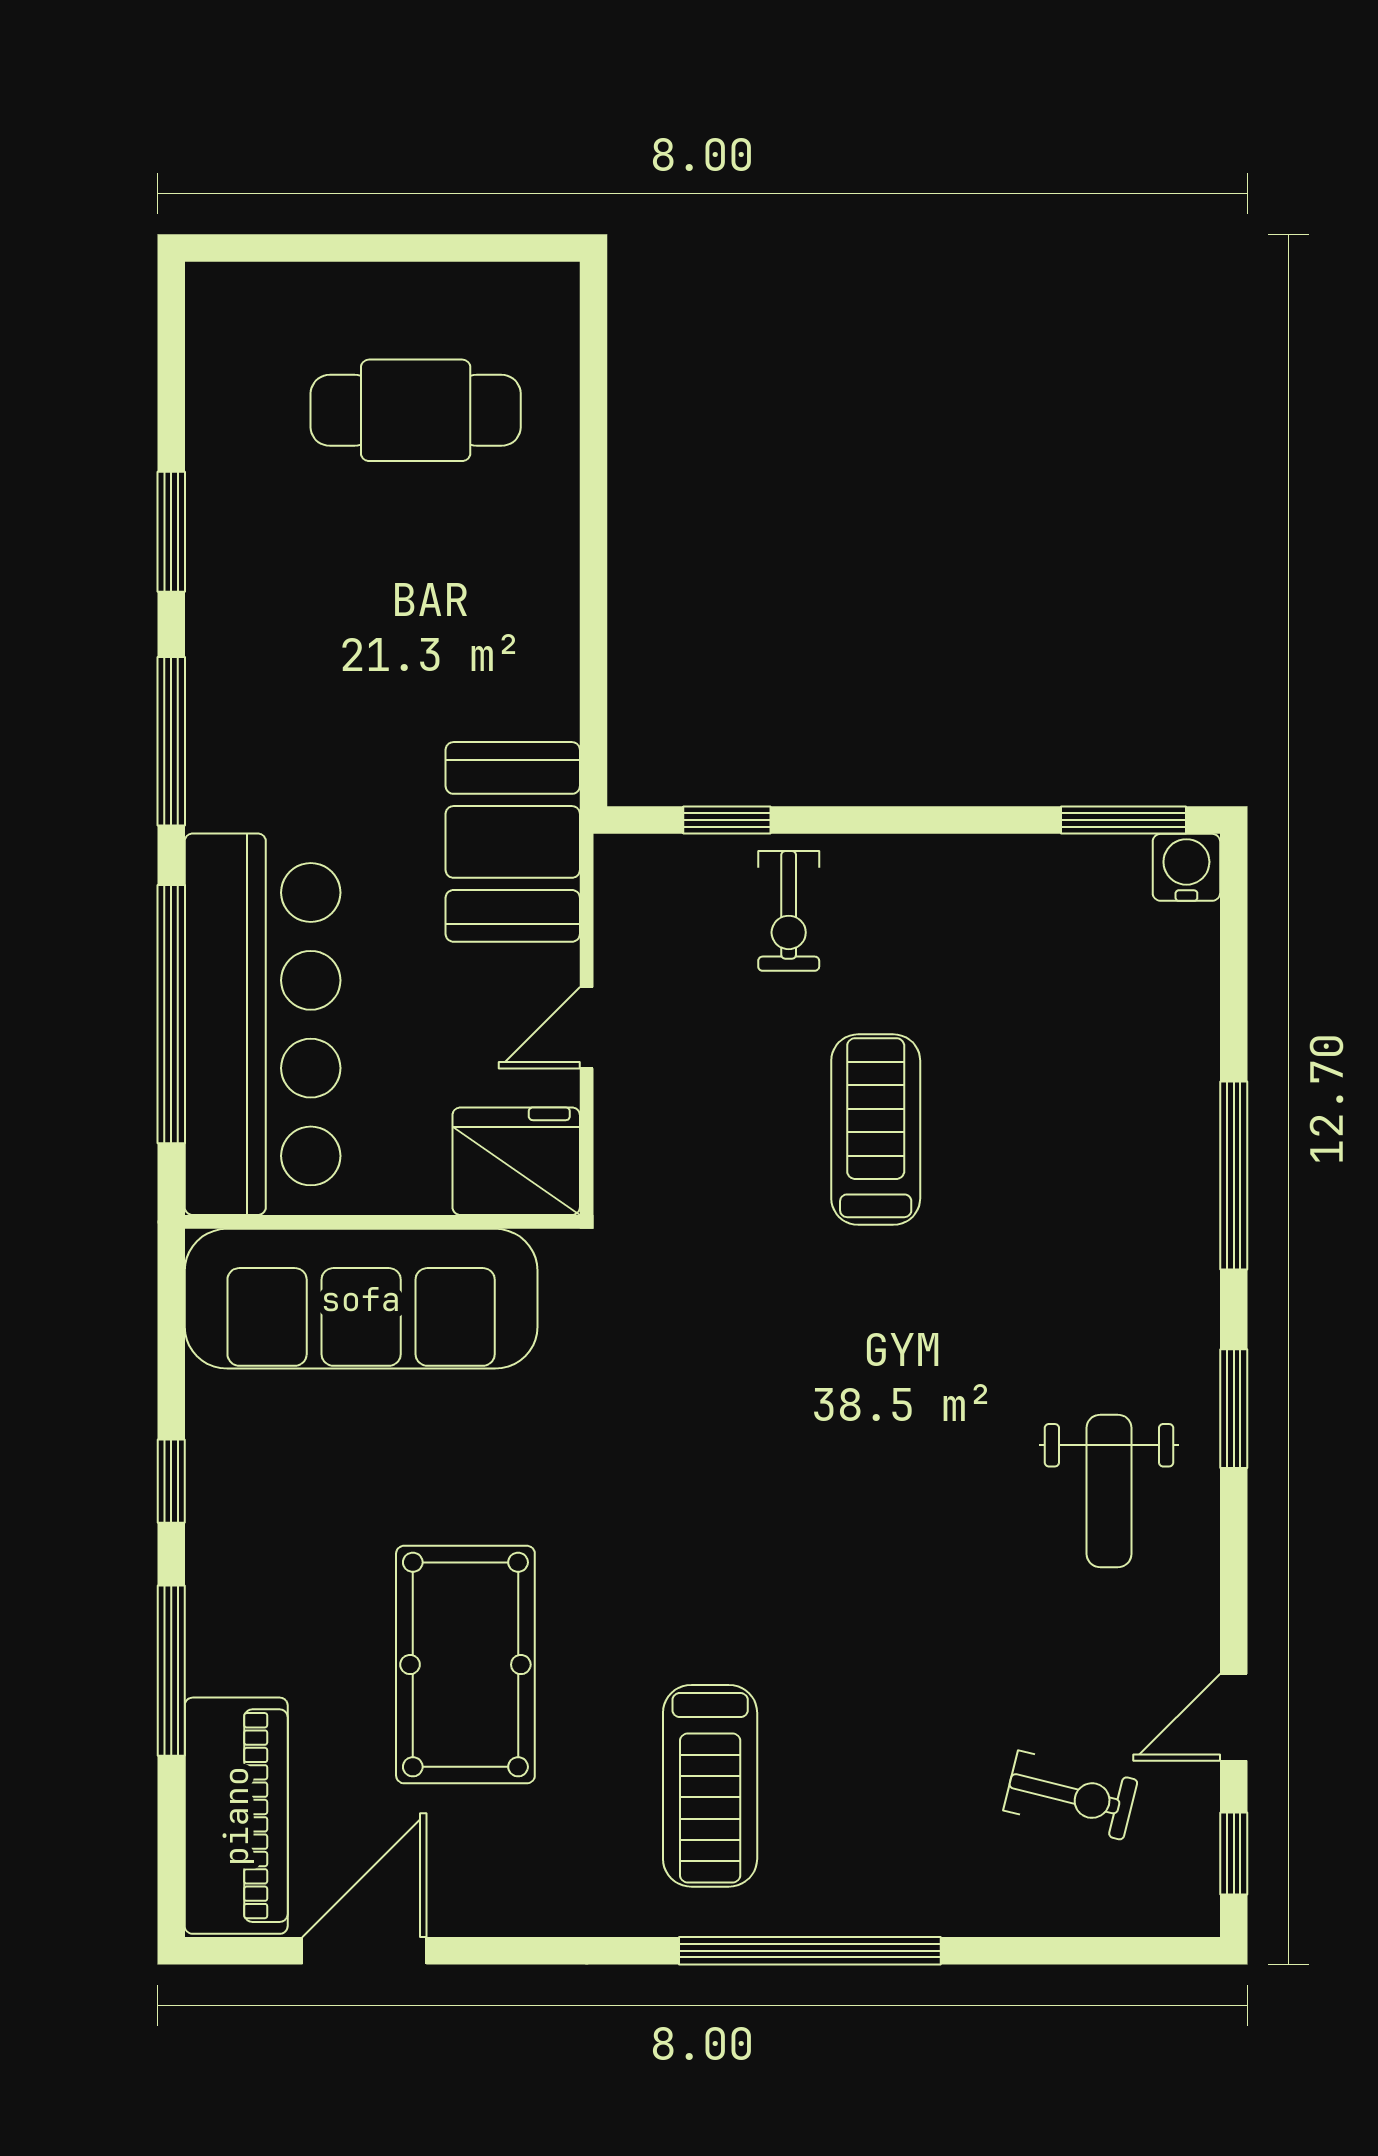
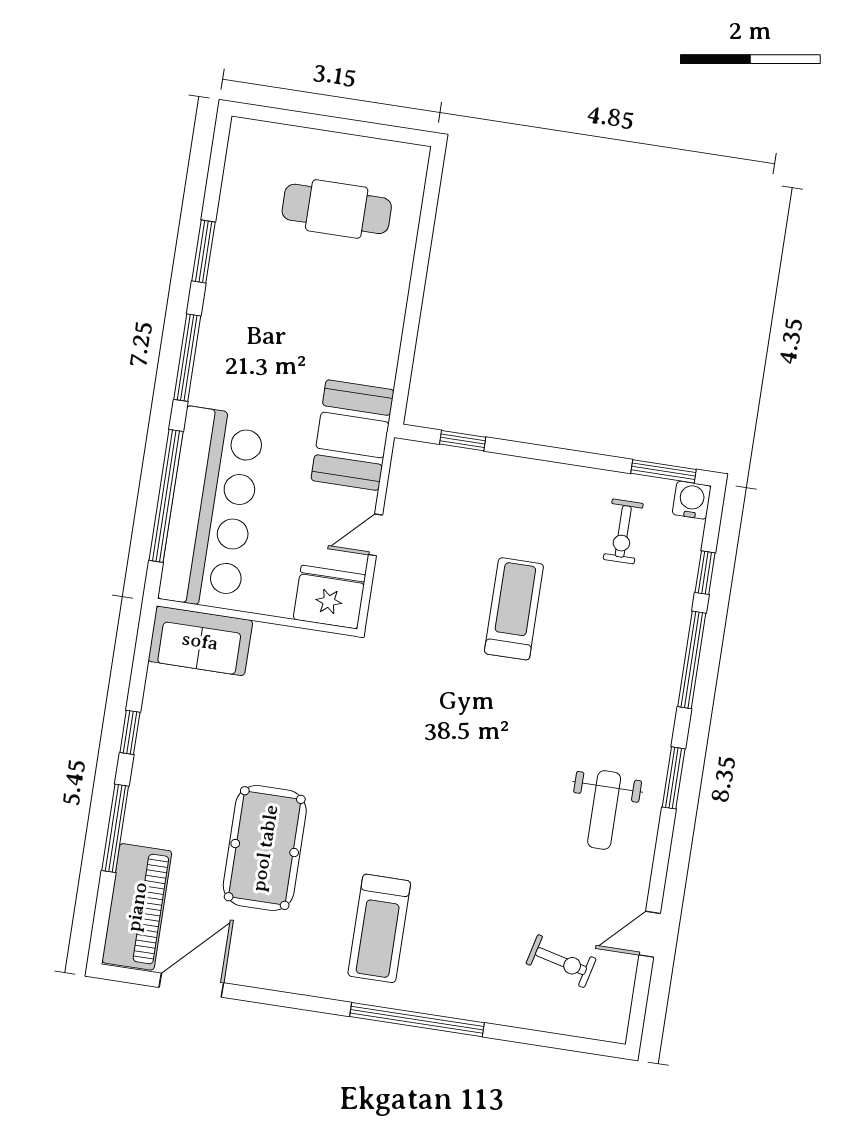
exercise bike: (789, 911) -> (623, 531), moved
sofa: (361, 1299) -> (200, 641), width x0.54, depth x0.79
window: (1234, 1854) -> (705, 573), moved

